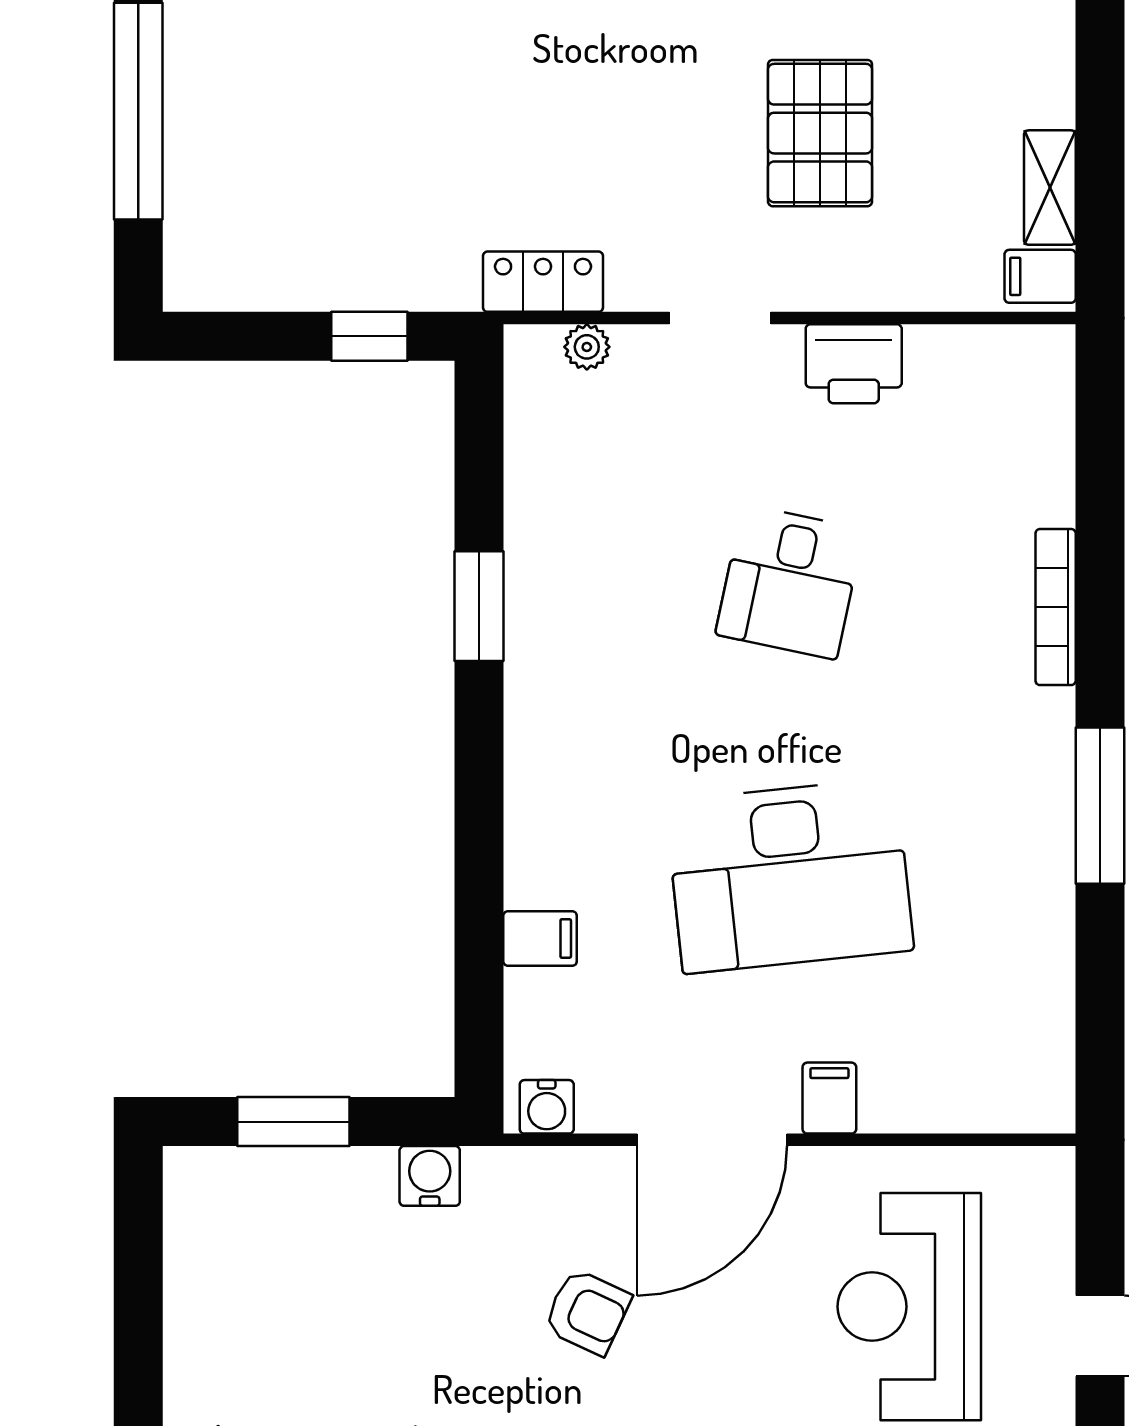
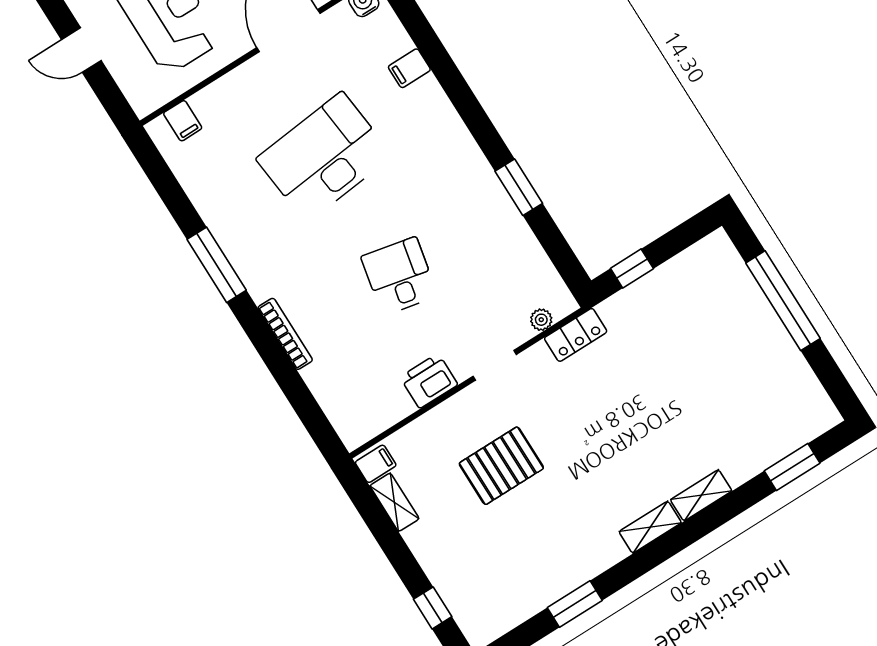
pallet: (820, 133) -> (501, 466), turned 90
filing cabinet: (829, 1098) -> (183, 121), moved

